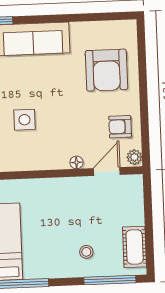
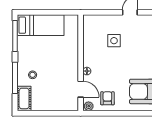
cot: (135, 247) -> (24, 98), moved, turned 90
window: (110, 280) -> (15, 78), moved

